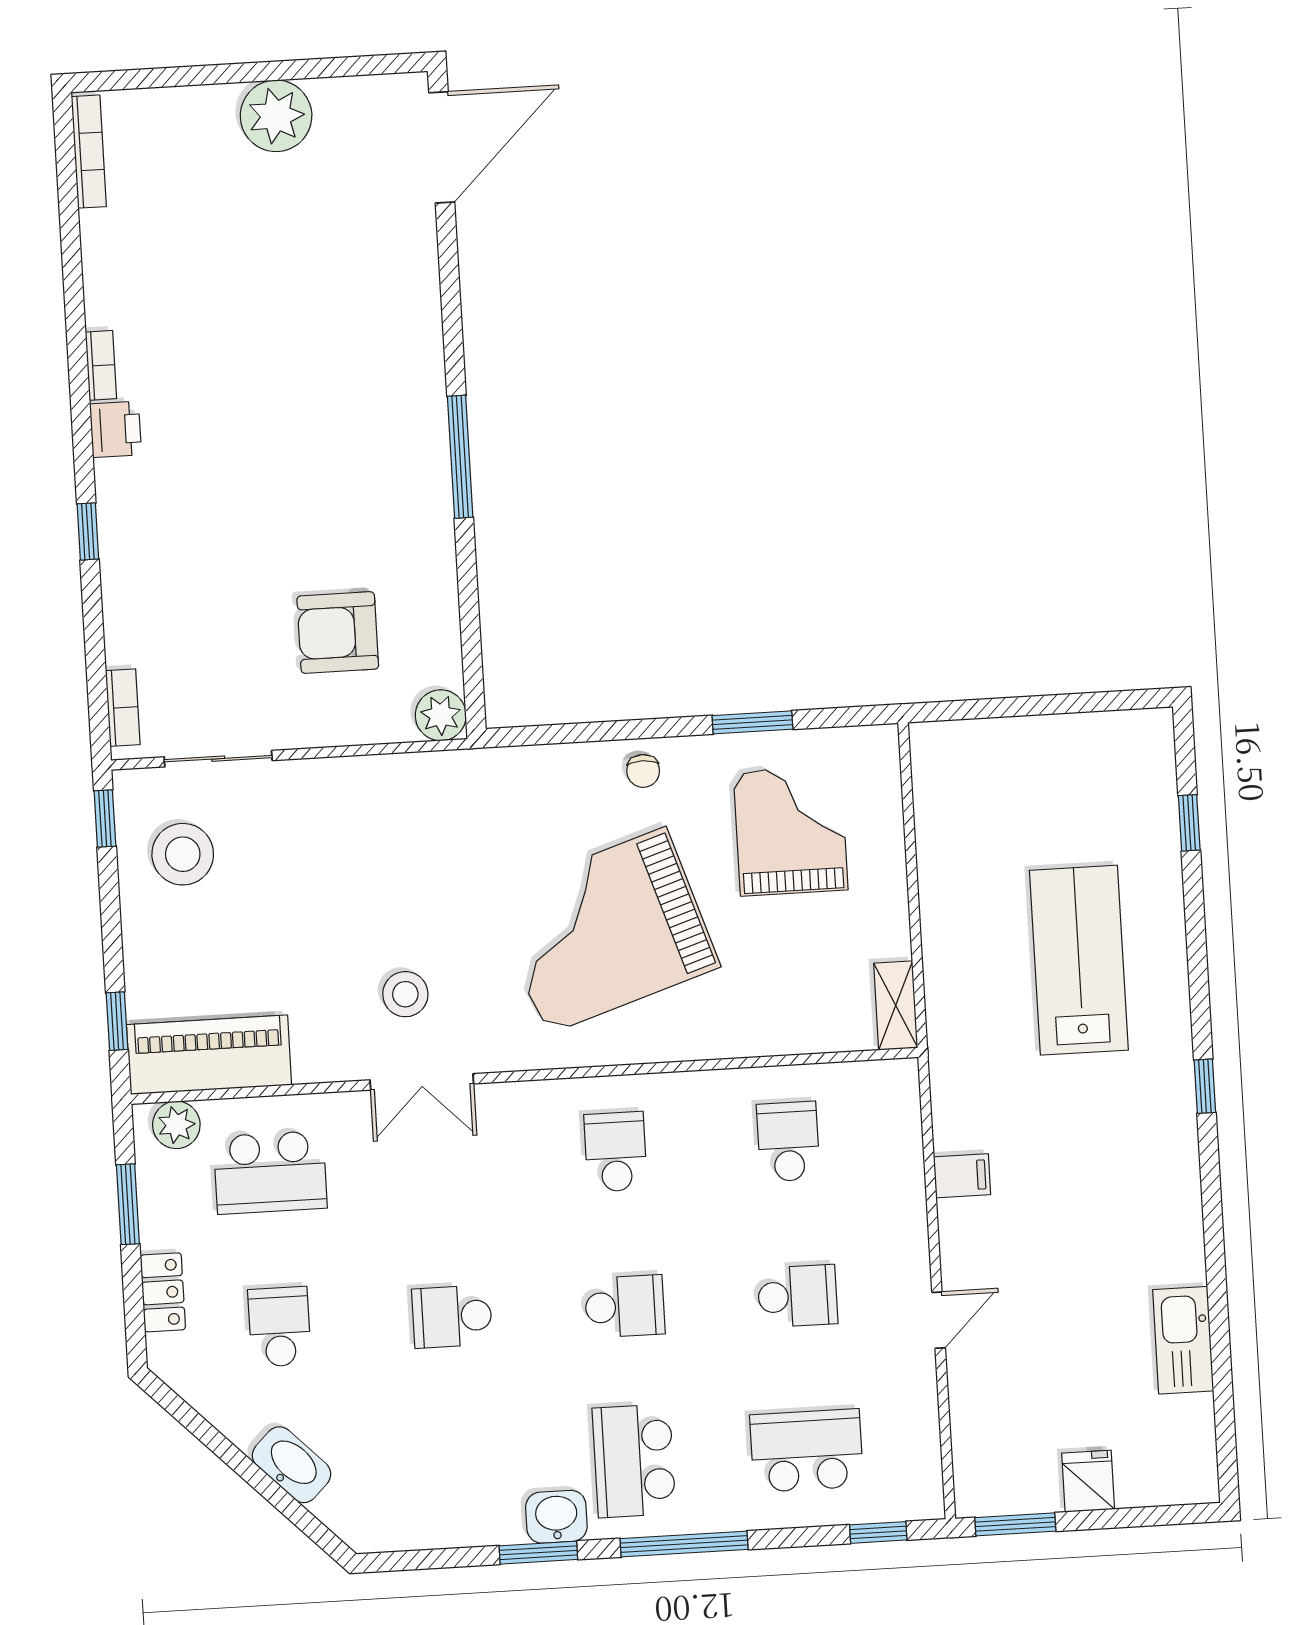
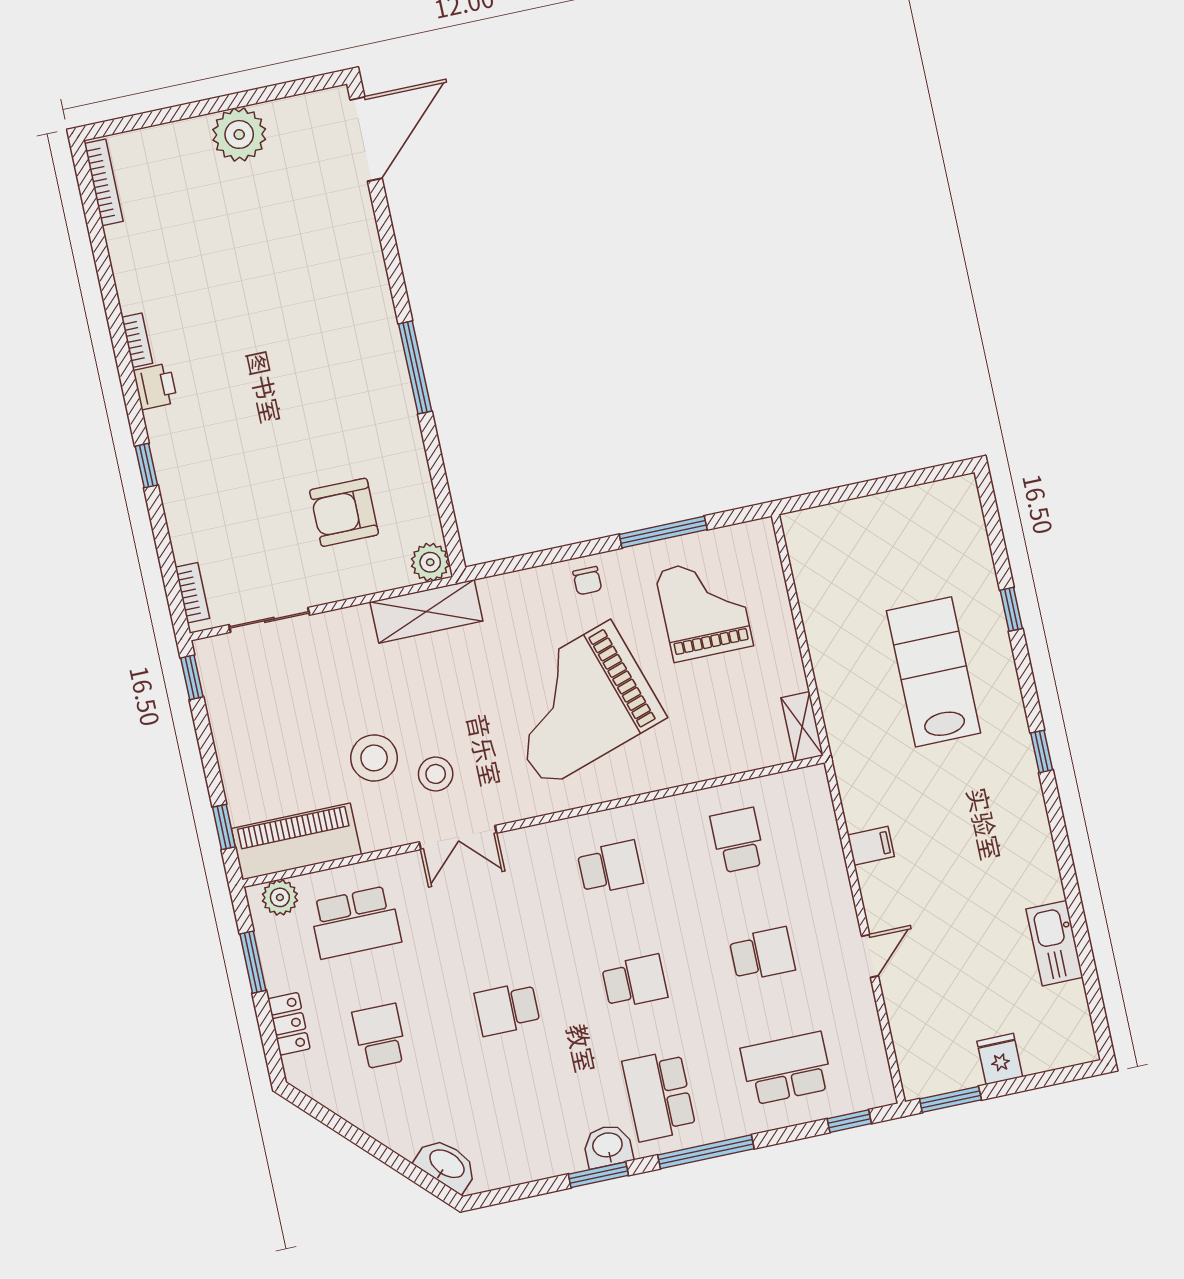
window: (752, 722) -> (663, 532), width x1.44
shelving: (426, 779) -> (426, 612), added
window: (1189, 823) -> (1011, 609), moved
stool: (183, 854) -> (374, 758), moved
school desk: (616, 1152) -> (610, 868), turned 90
washbasin: (292, 1465) -> (446, 1165), moved

